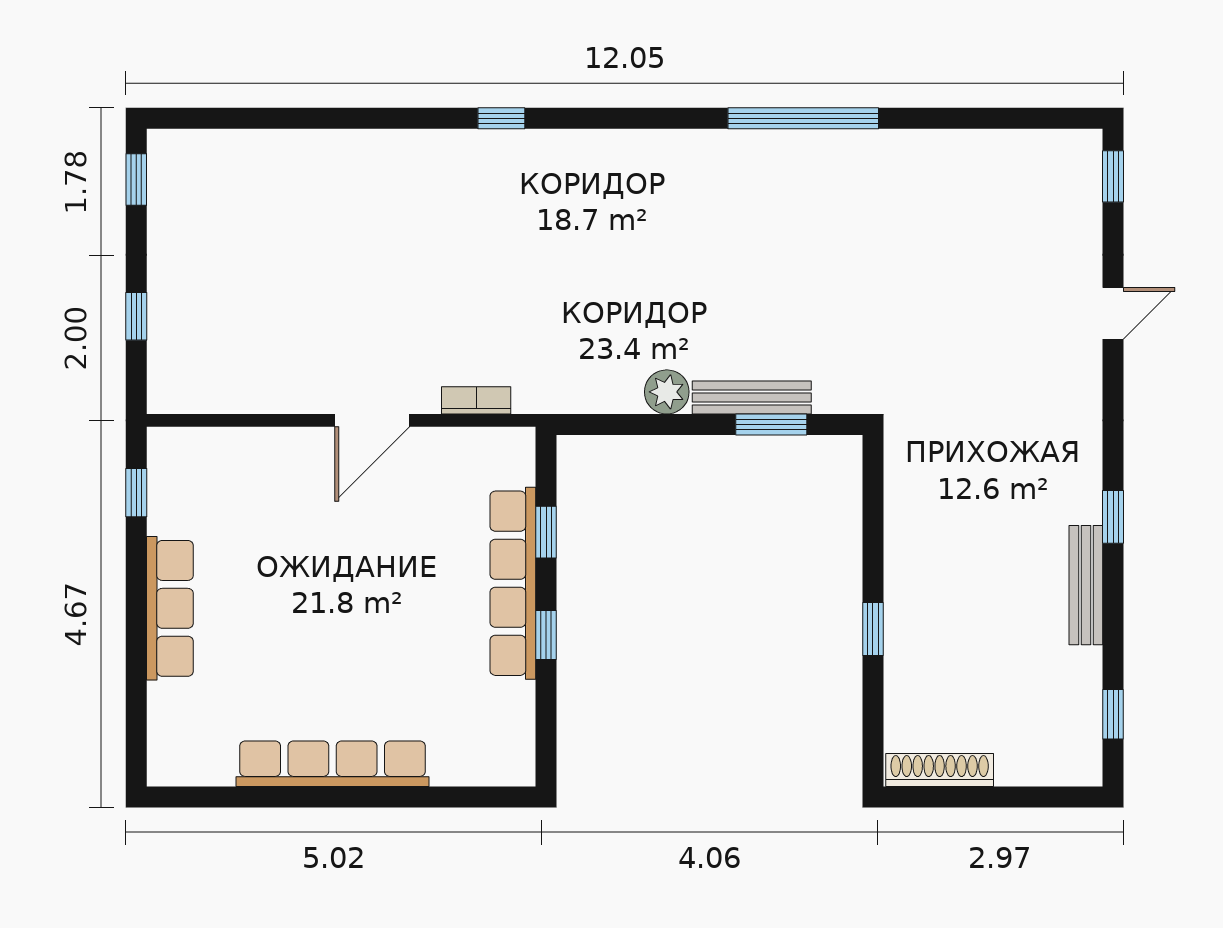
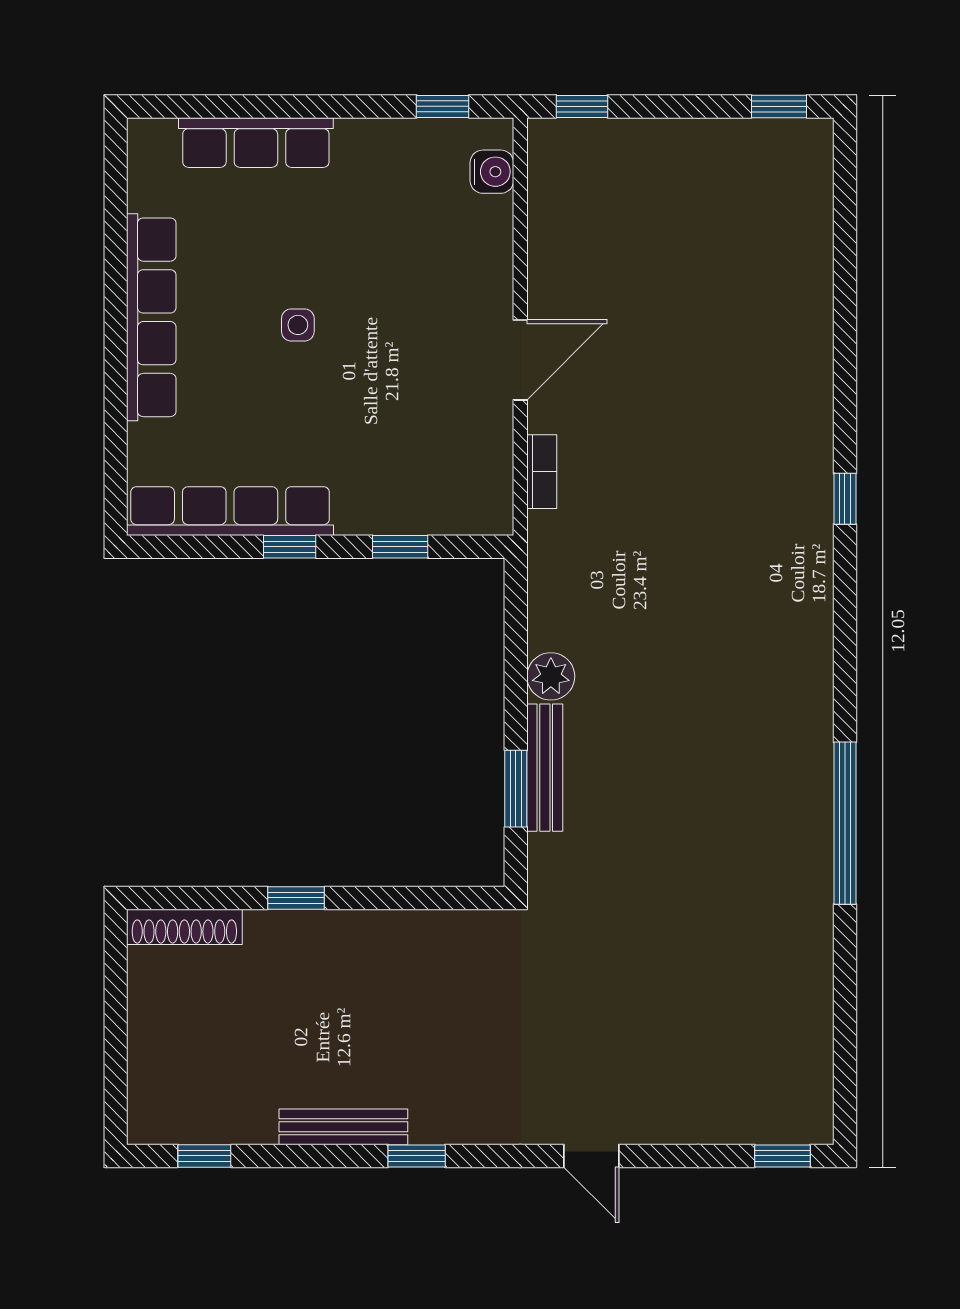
door: (1113, 313) -> (591, 1156), moved
window: (136, 316) -> (582, 106), moved
door: (372, 420) -> (520, 360), swing flipped
water cooler: (197, 447) -> (492, 172), added
row of seats: (513, 583) -> (230, 511), moved
row of seats: (170, 608) -> (256, 143), moved
side table: (340, 627) -> (298, 325), added
shoe rack: (940, 770) -> (184, 927), moved, turned 90

